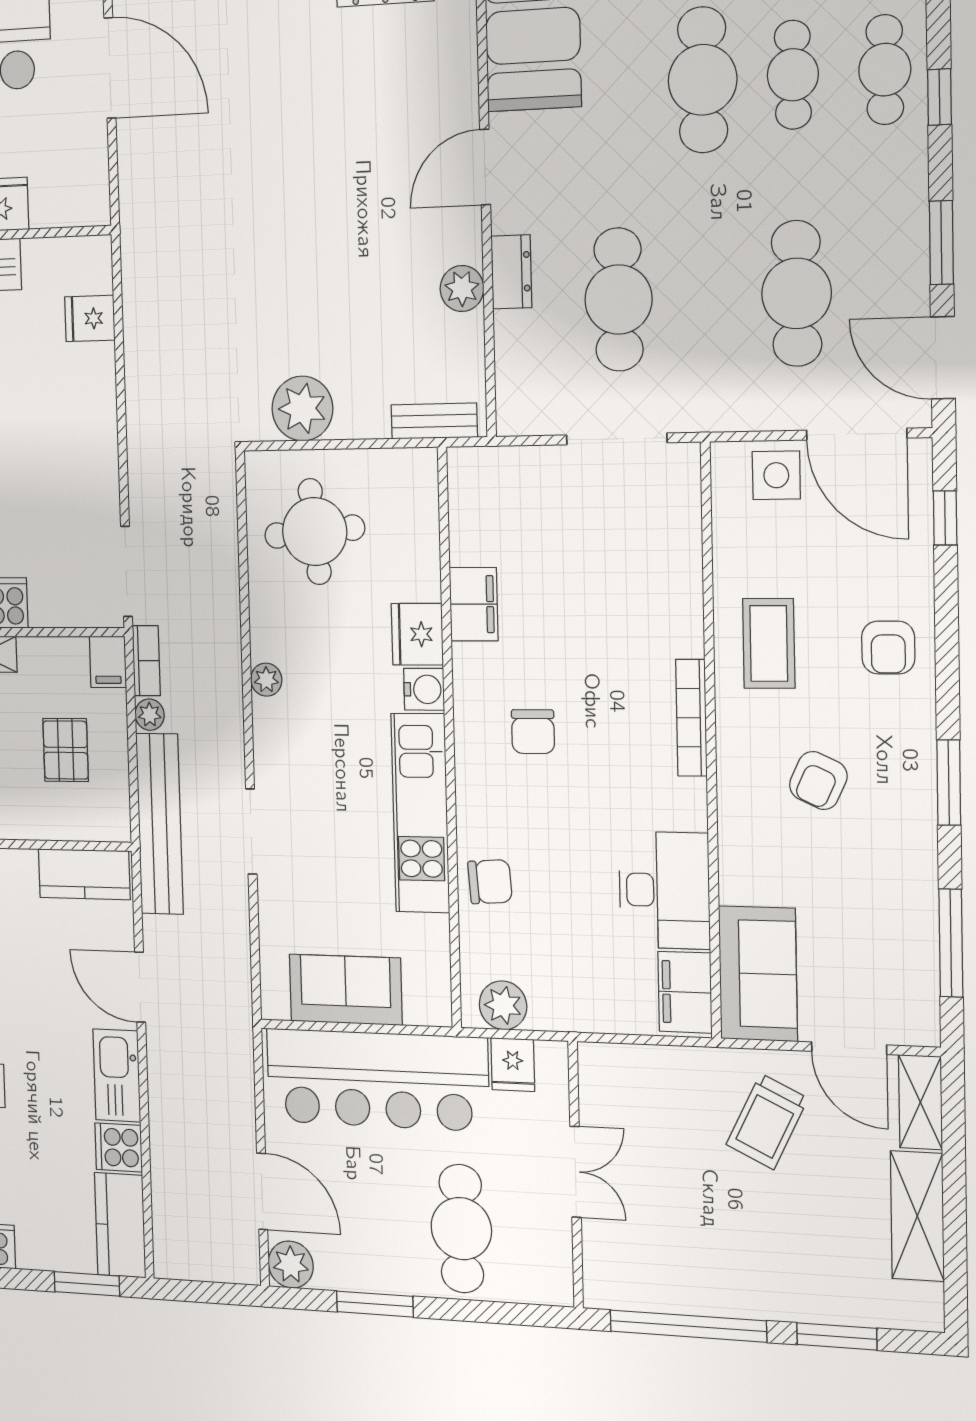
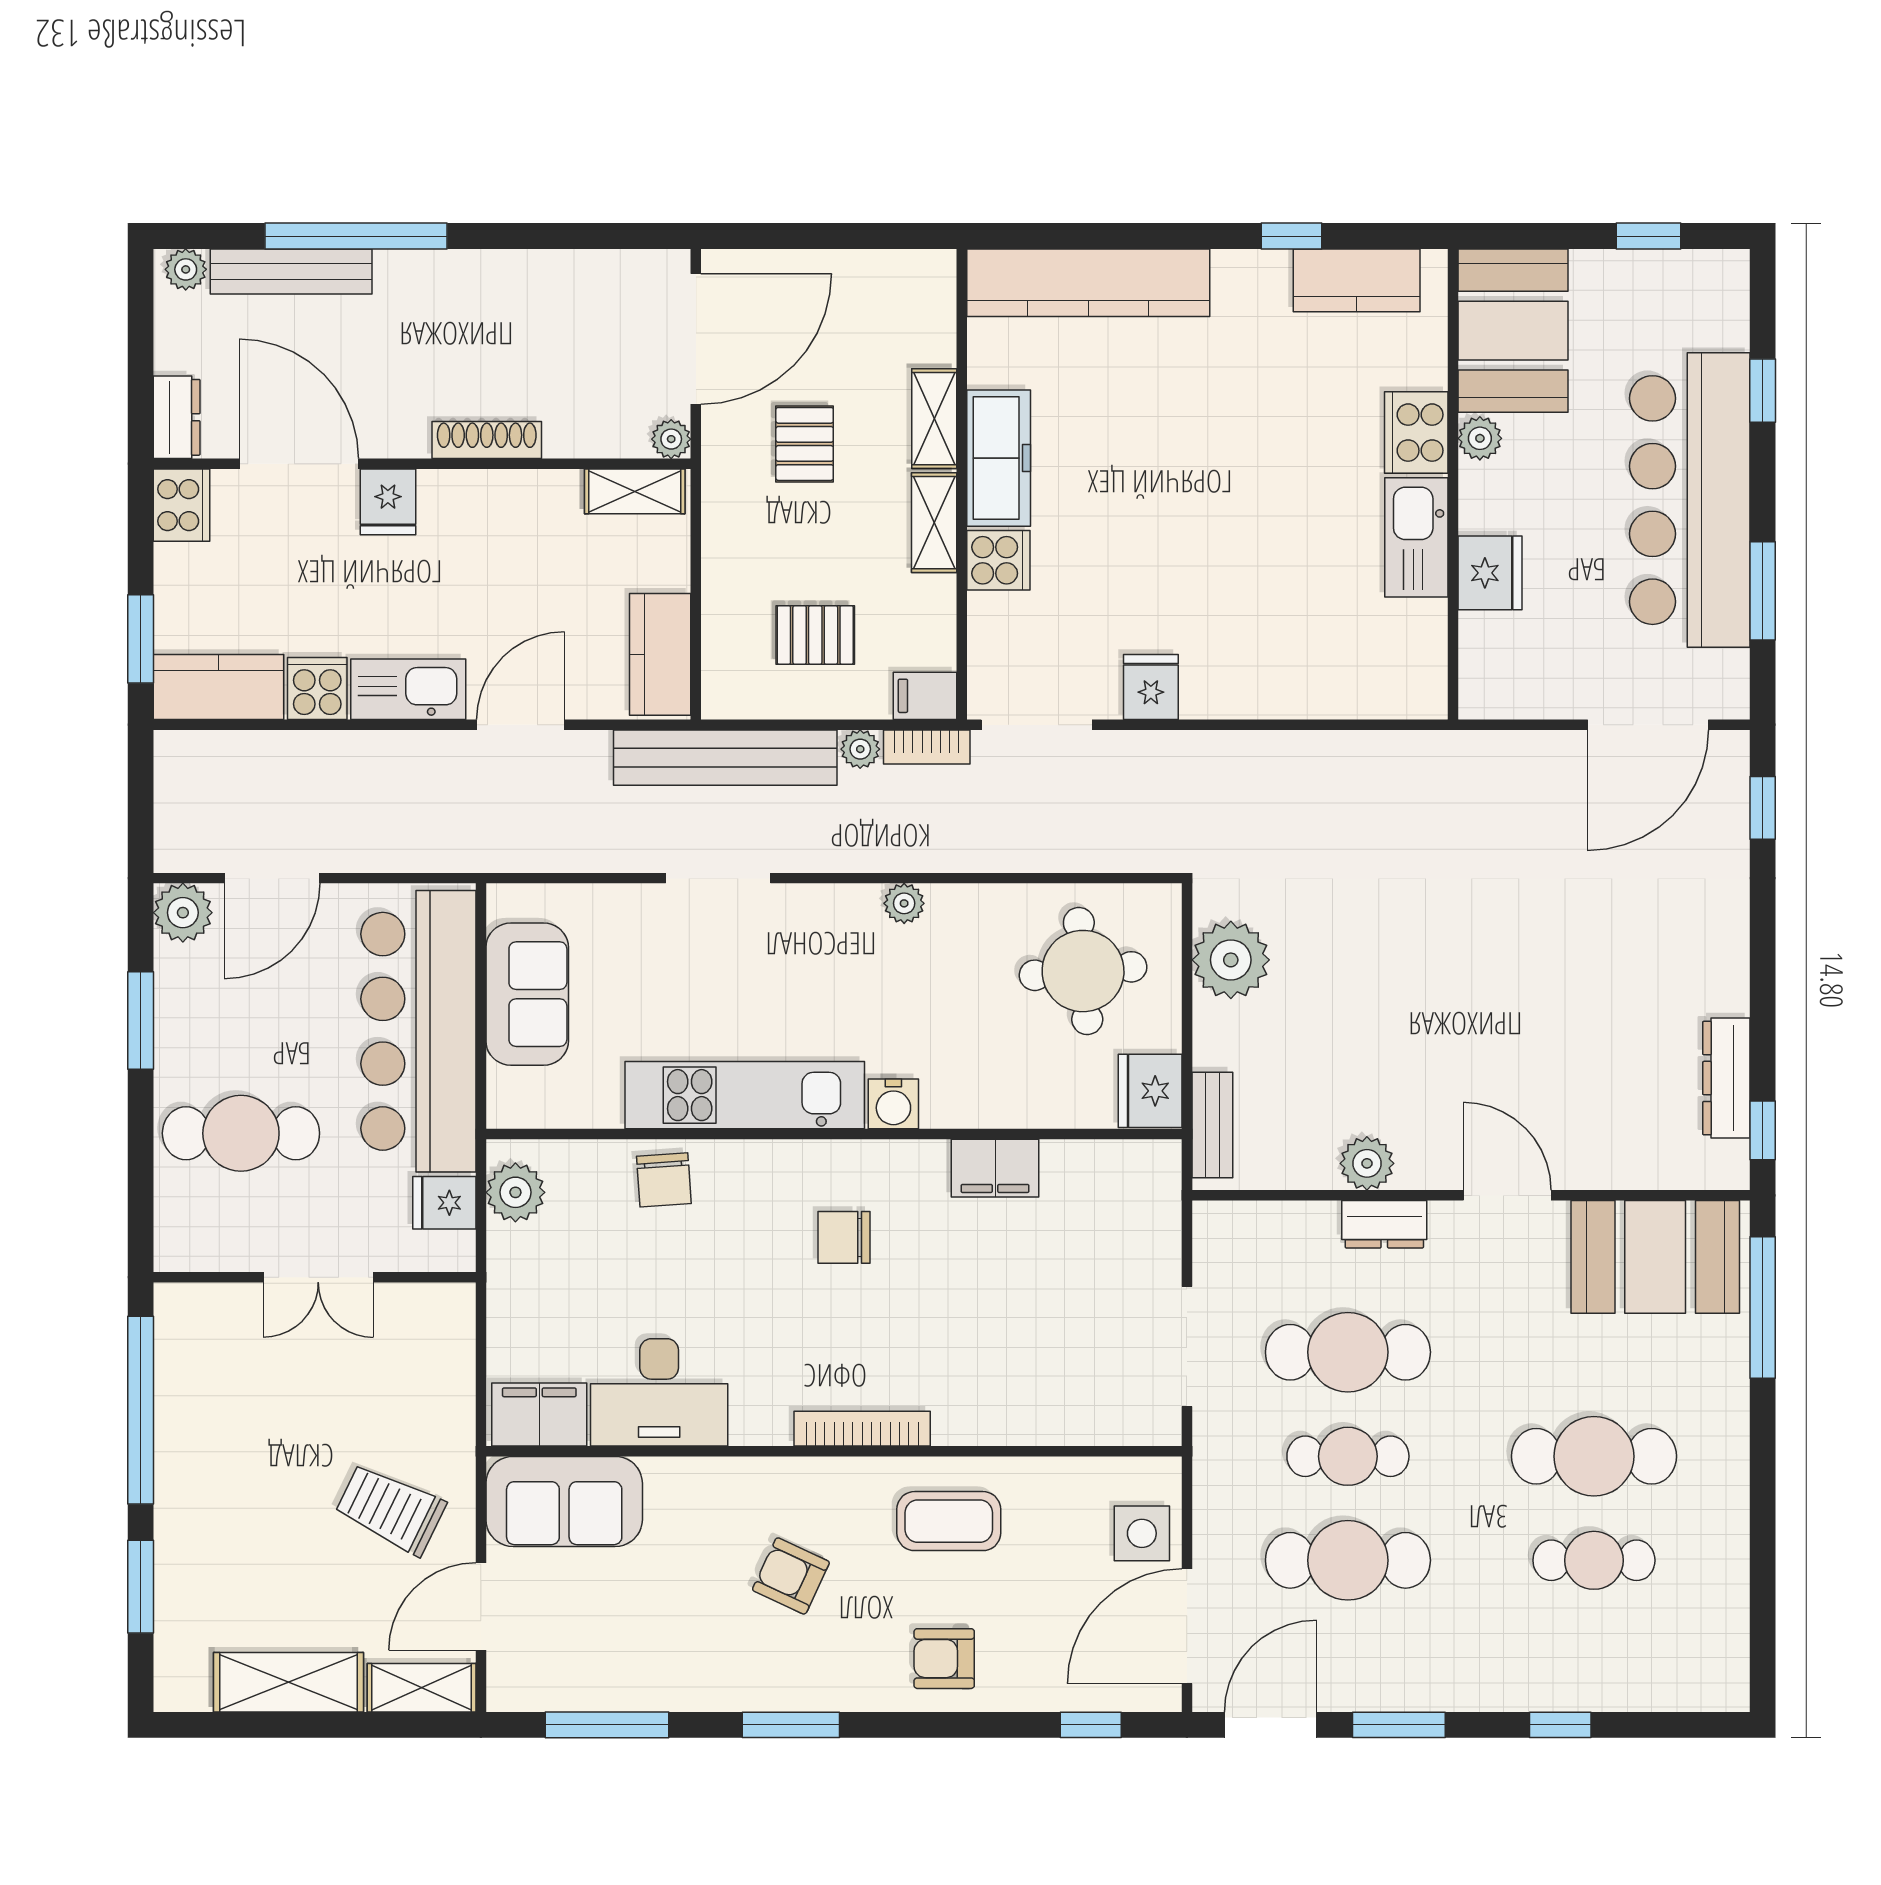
cafe table: (885, 70) -> (1348, 1456), moved
fridge: (90, 318) -> (1151, 687), moved
fridge: (417, 634) -> (1150, 1091), moved, turned -90

